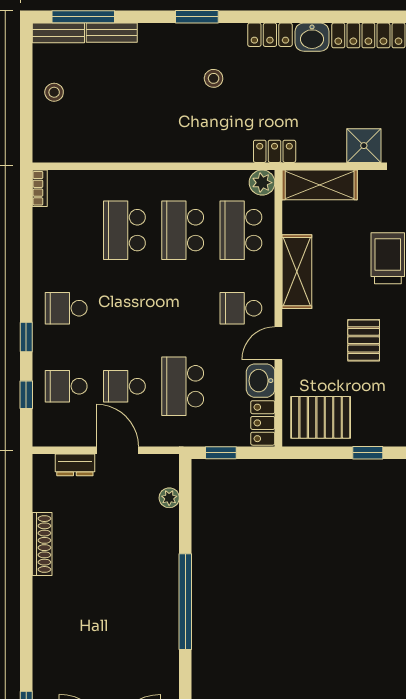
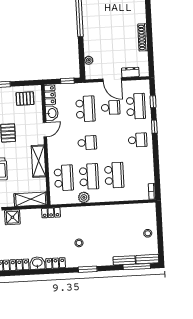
plant: (262, 183) -> (84, 197), moved
school desk: (241, 308) -> (87, 143), moved
school desk: (66, 386) -> (136, 106), width x1.85
pallet: (321, 417) -> (25, 99), width x0.67, depth x0.71

